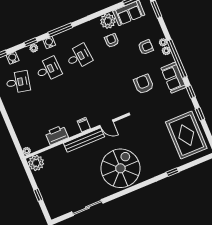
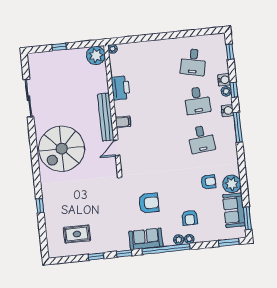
water cooler: (13, 58) -> (224, 80), moved
rug: (186, 135) -> (77, 234), width x0.54, depth x0.49
spiral stairs: (120, 168) -> (62, 149), turned 90

